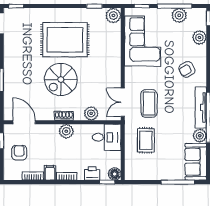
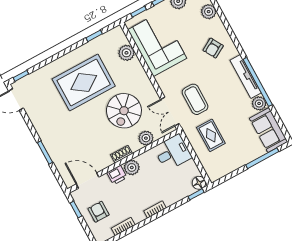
plant: (113, 15) -> (126, 53), moved
spiral stairs: (61, 80) -> (124, 111), moved
filing cabinet: (50, 173) -> (138, 215), removed
printer: (92, 173) -> (117, 175), moved, turned 180

